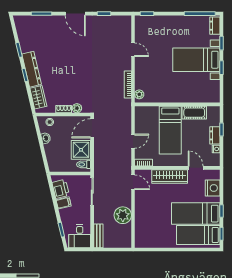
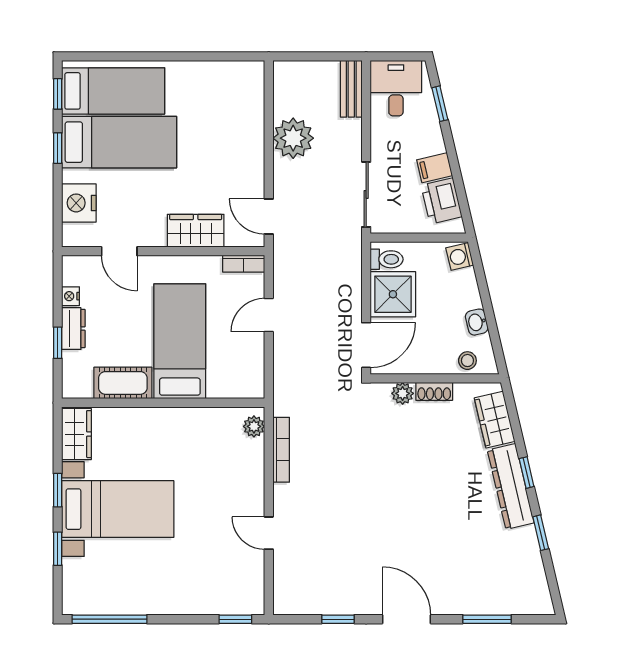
dresser: (215, 26) -> (74, 590), removed
wardrobe: (214, 91) -> (77, 434), added
washing machine: (53, 166) -> (460, 257), added
wardrobe: (170, 176) -> (196, 231), width x0.67

